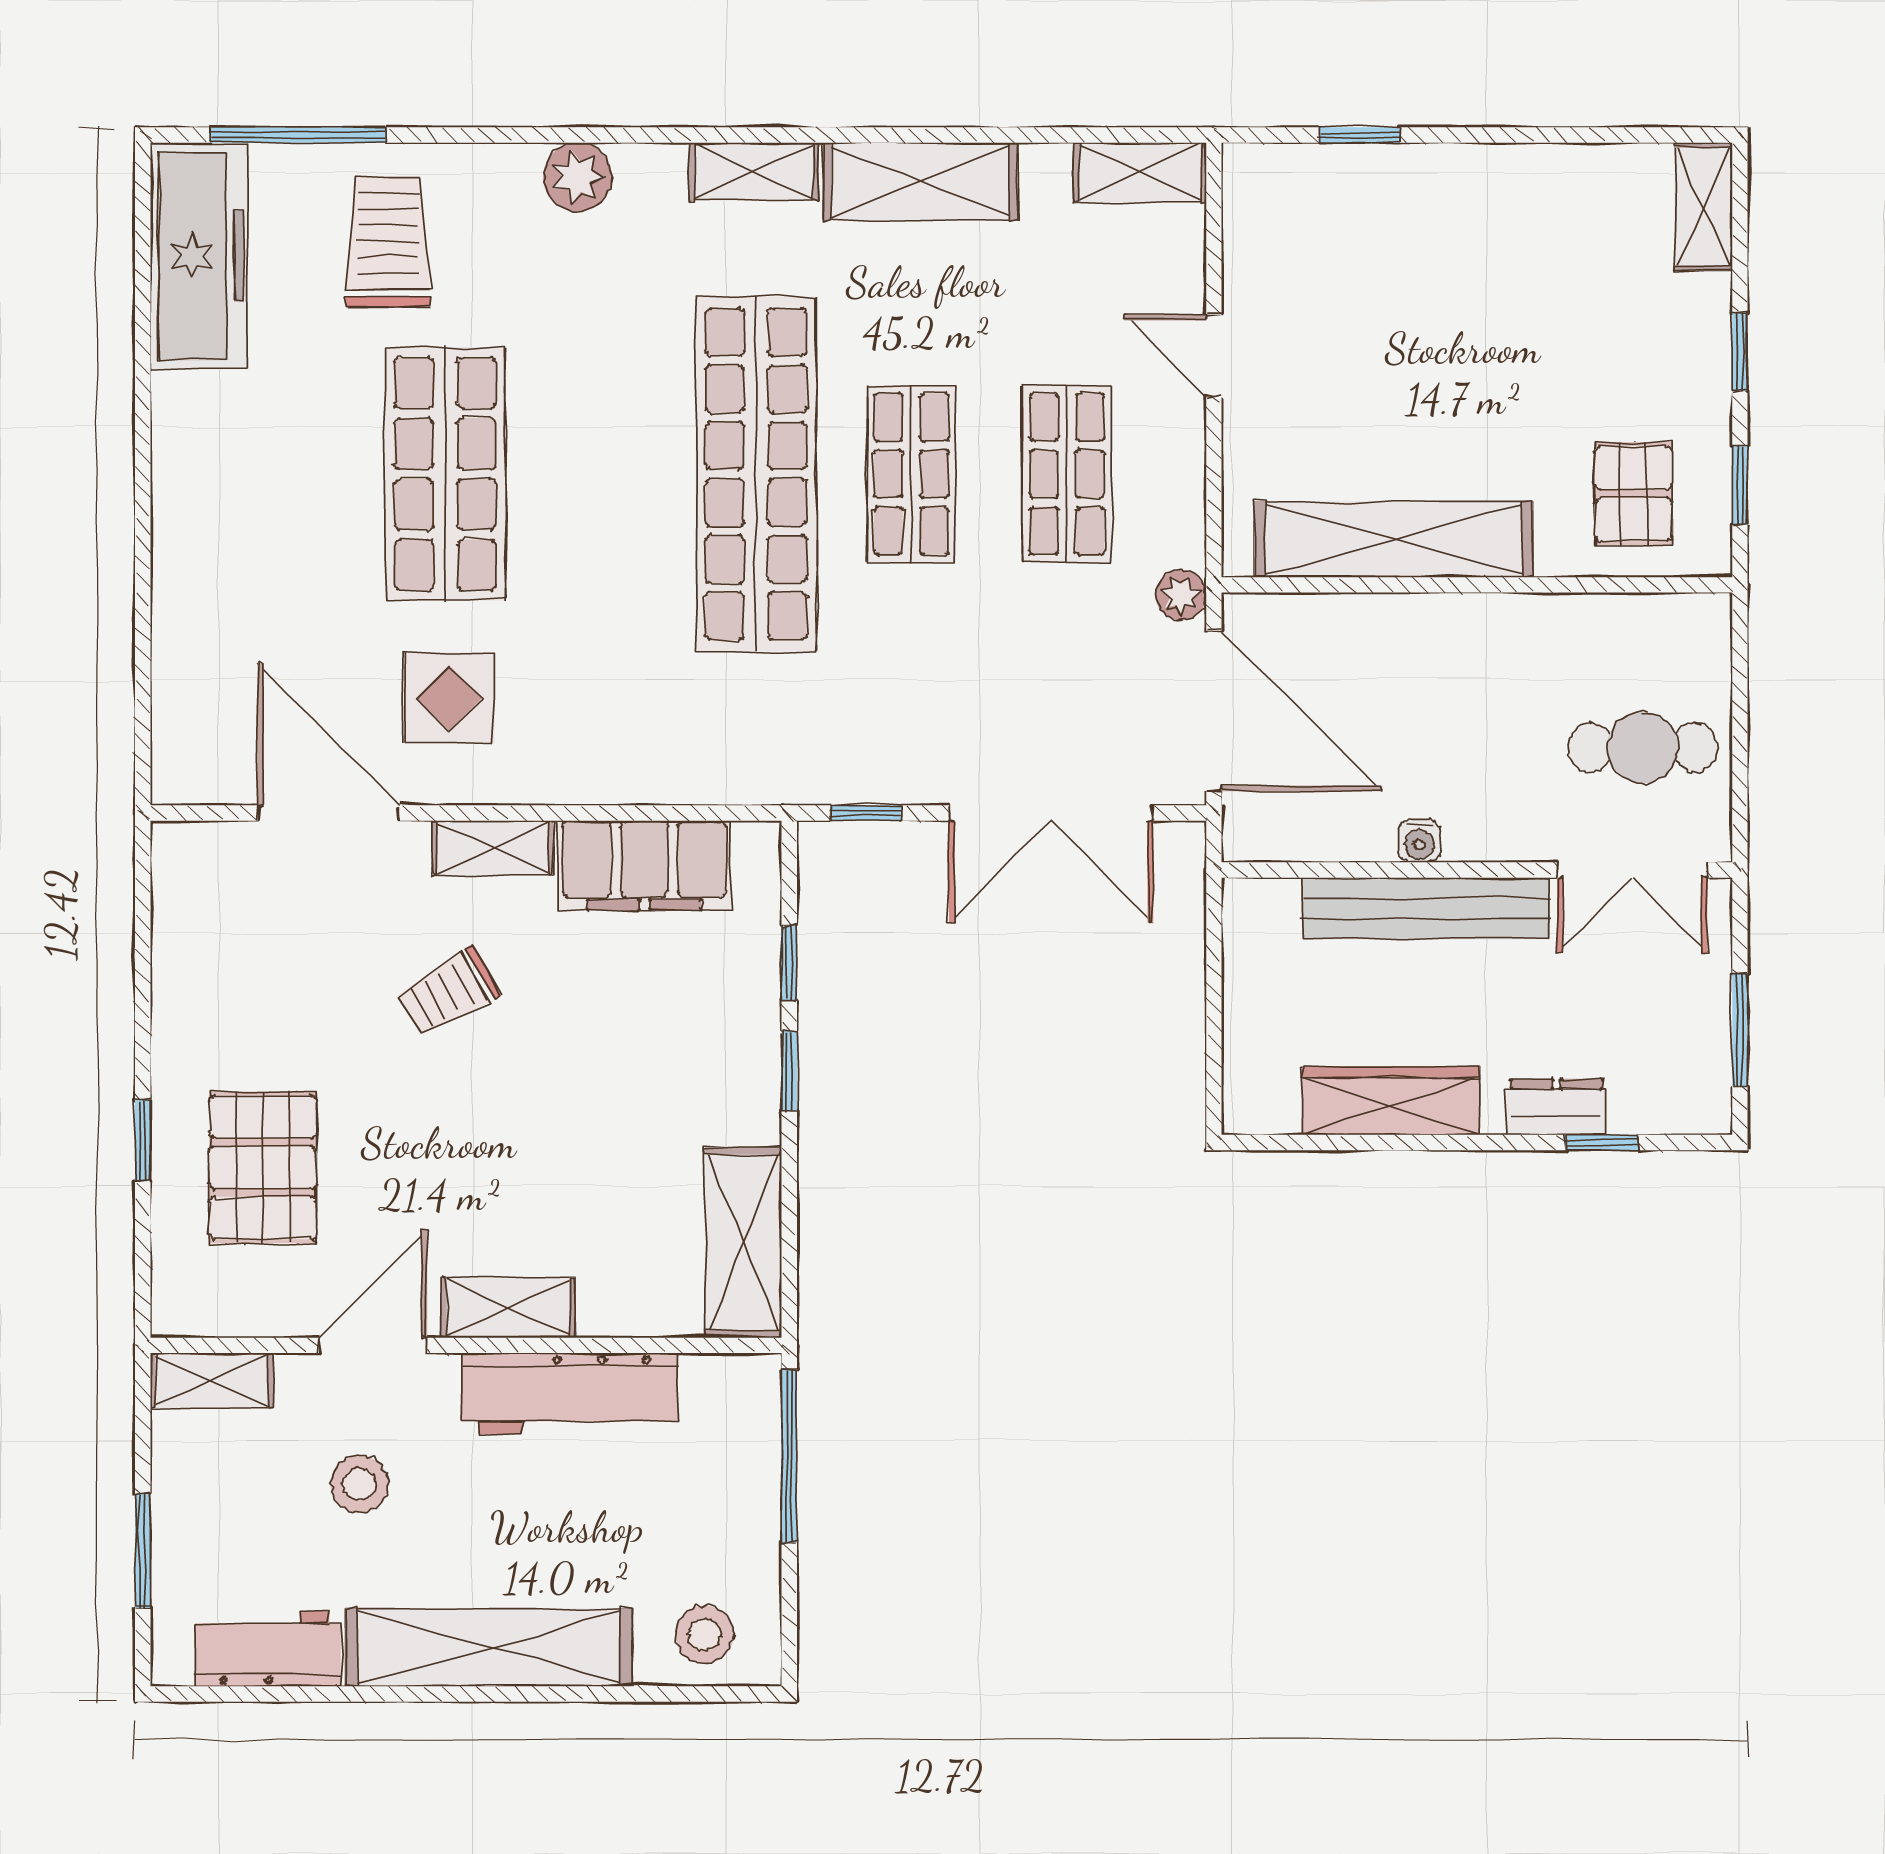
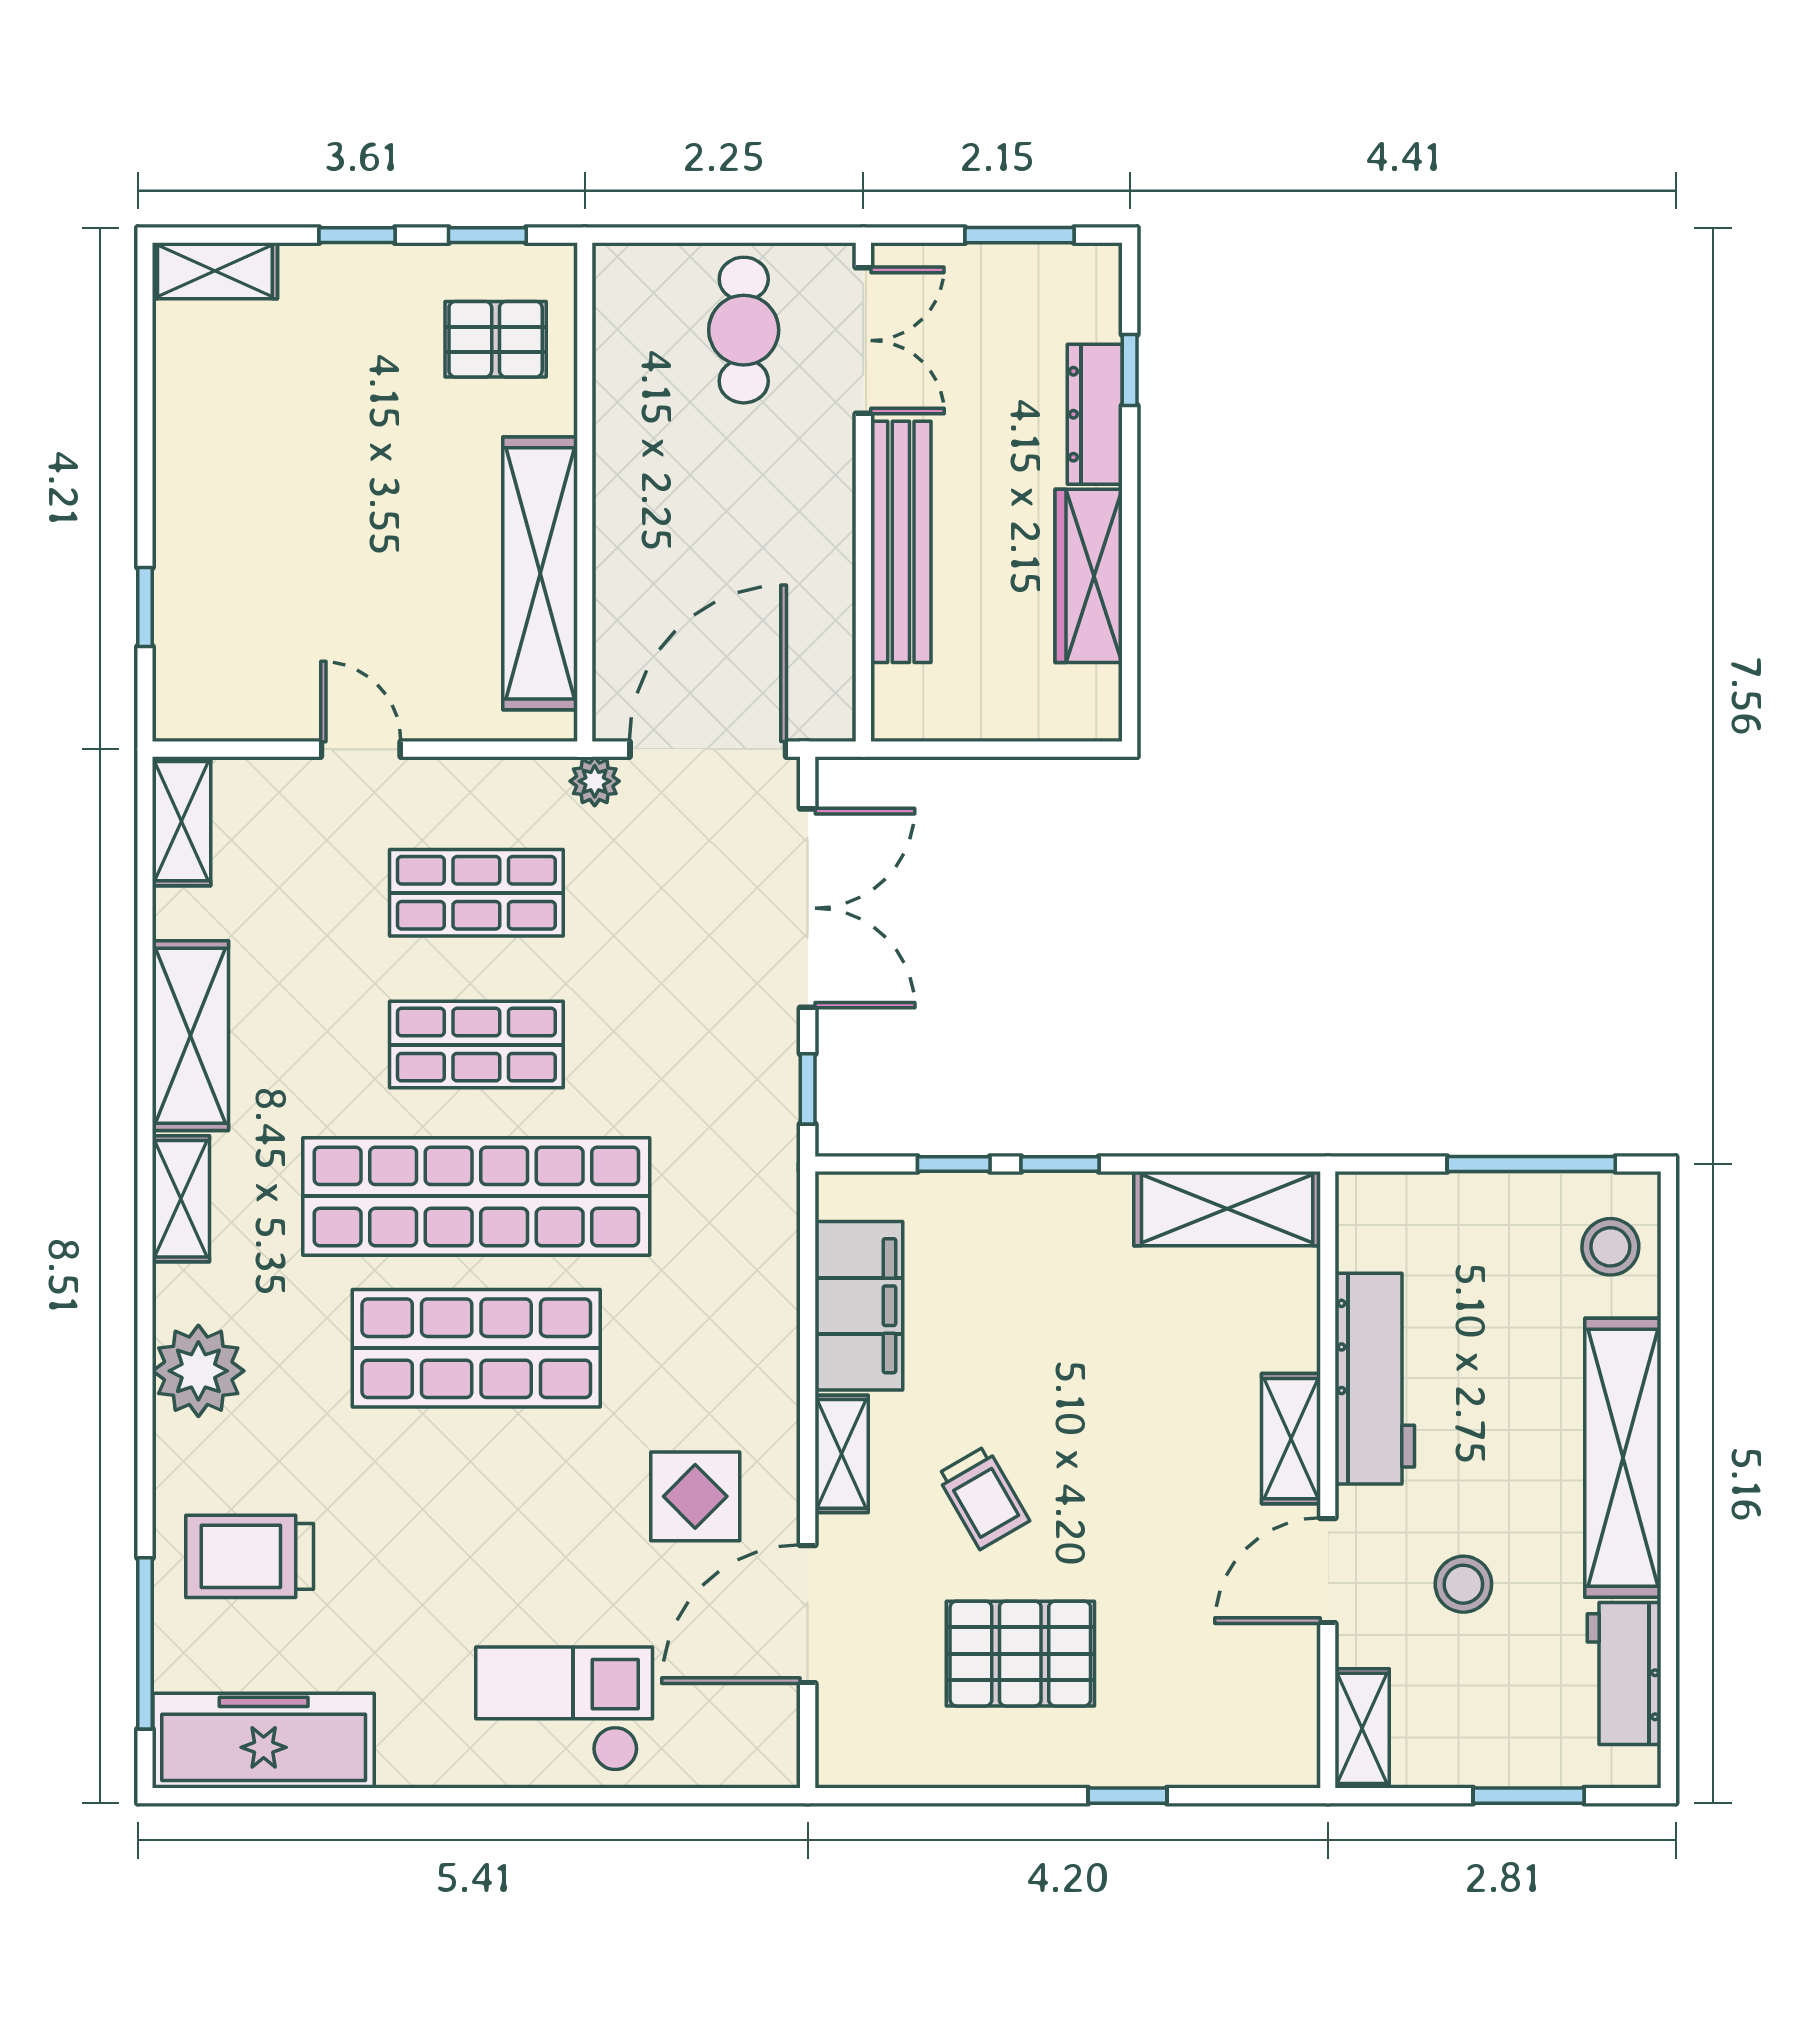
plant: (578, 177) -> (198, 1371), width x1.36, depth x1.36
door: (1214, 356) -> (361, 749), swing flipped
shop shelf: (445, 474) -> (476, 1348), moved
checkout: (232, 564) -> (564, 1709), added
water cooler: (1419, 841) -> (835, 548), removed
dresser: (1557, 1107) -> (1095, 414), width x1.44
pallet: (263, 1167) -> (1020, 1654), moved
door: (373, 1345) -> (1328, 1571), hinge flipped
window: (789, 1456) -> (1531, 1164), moved

